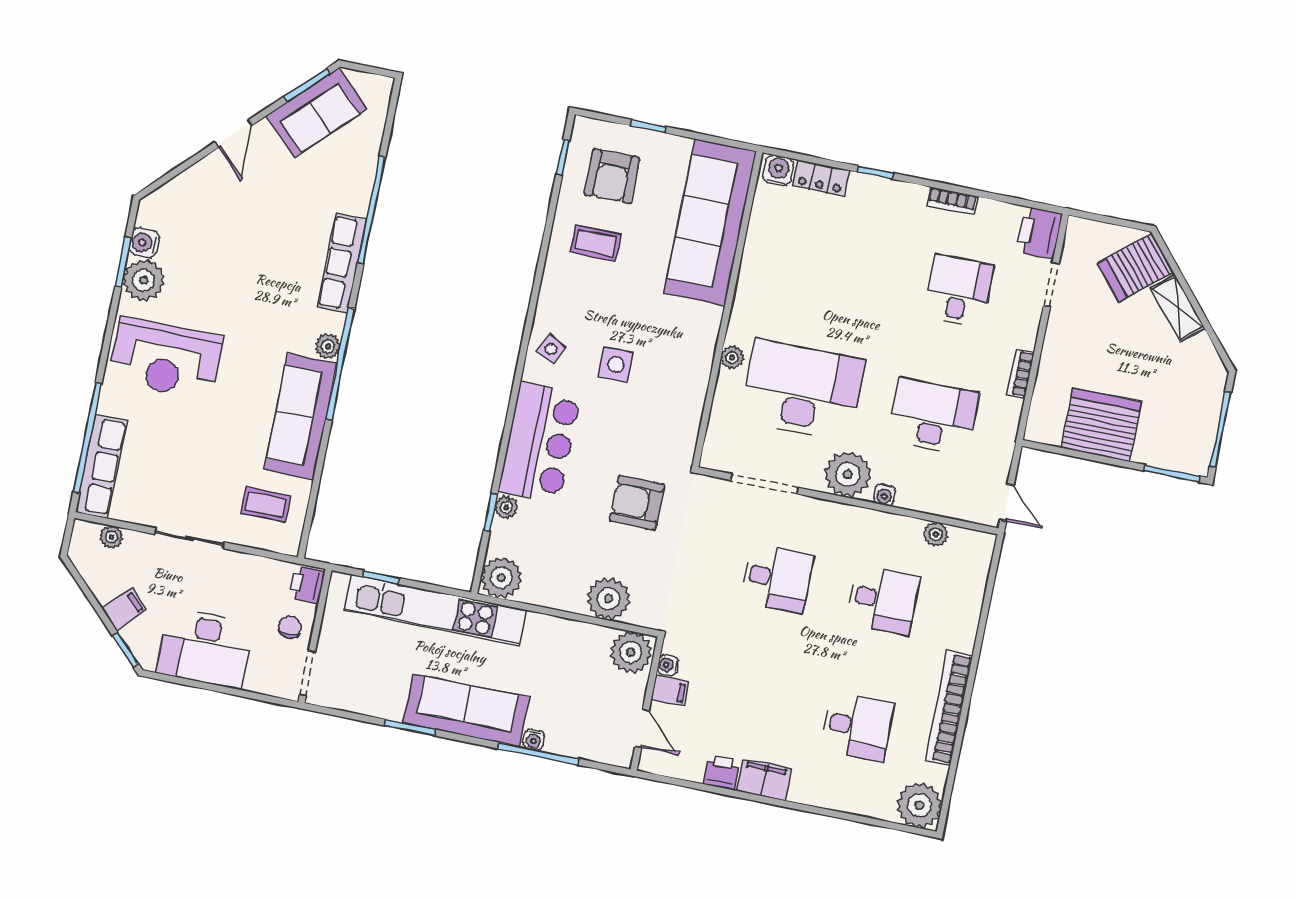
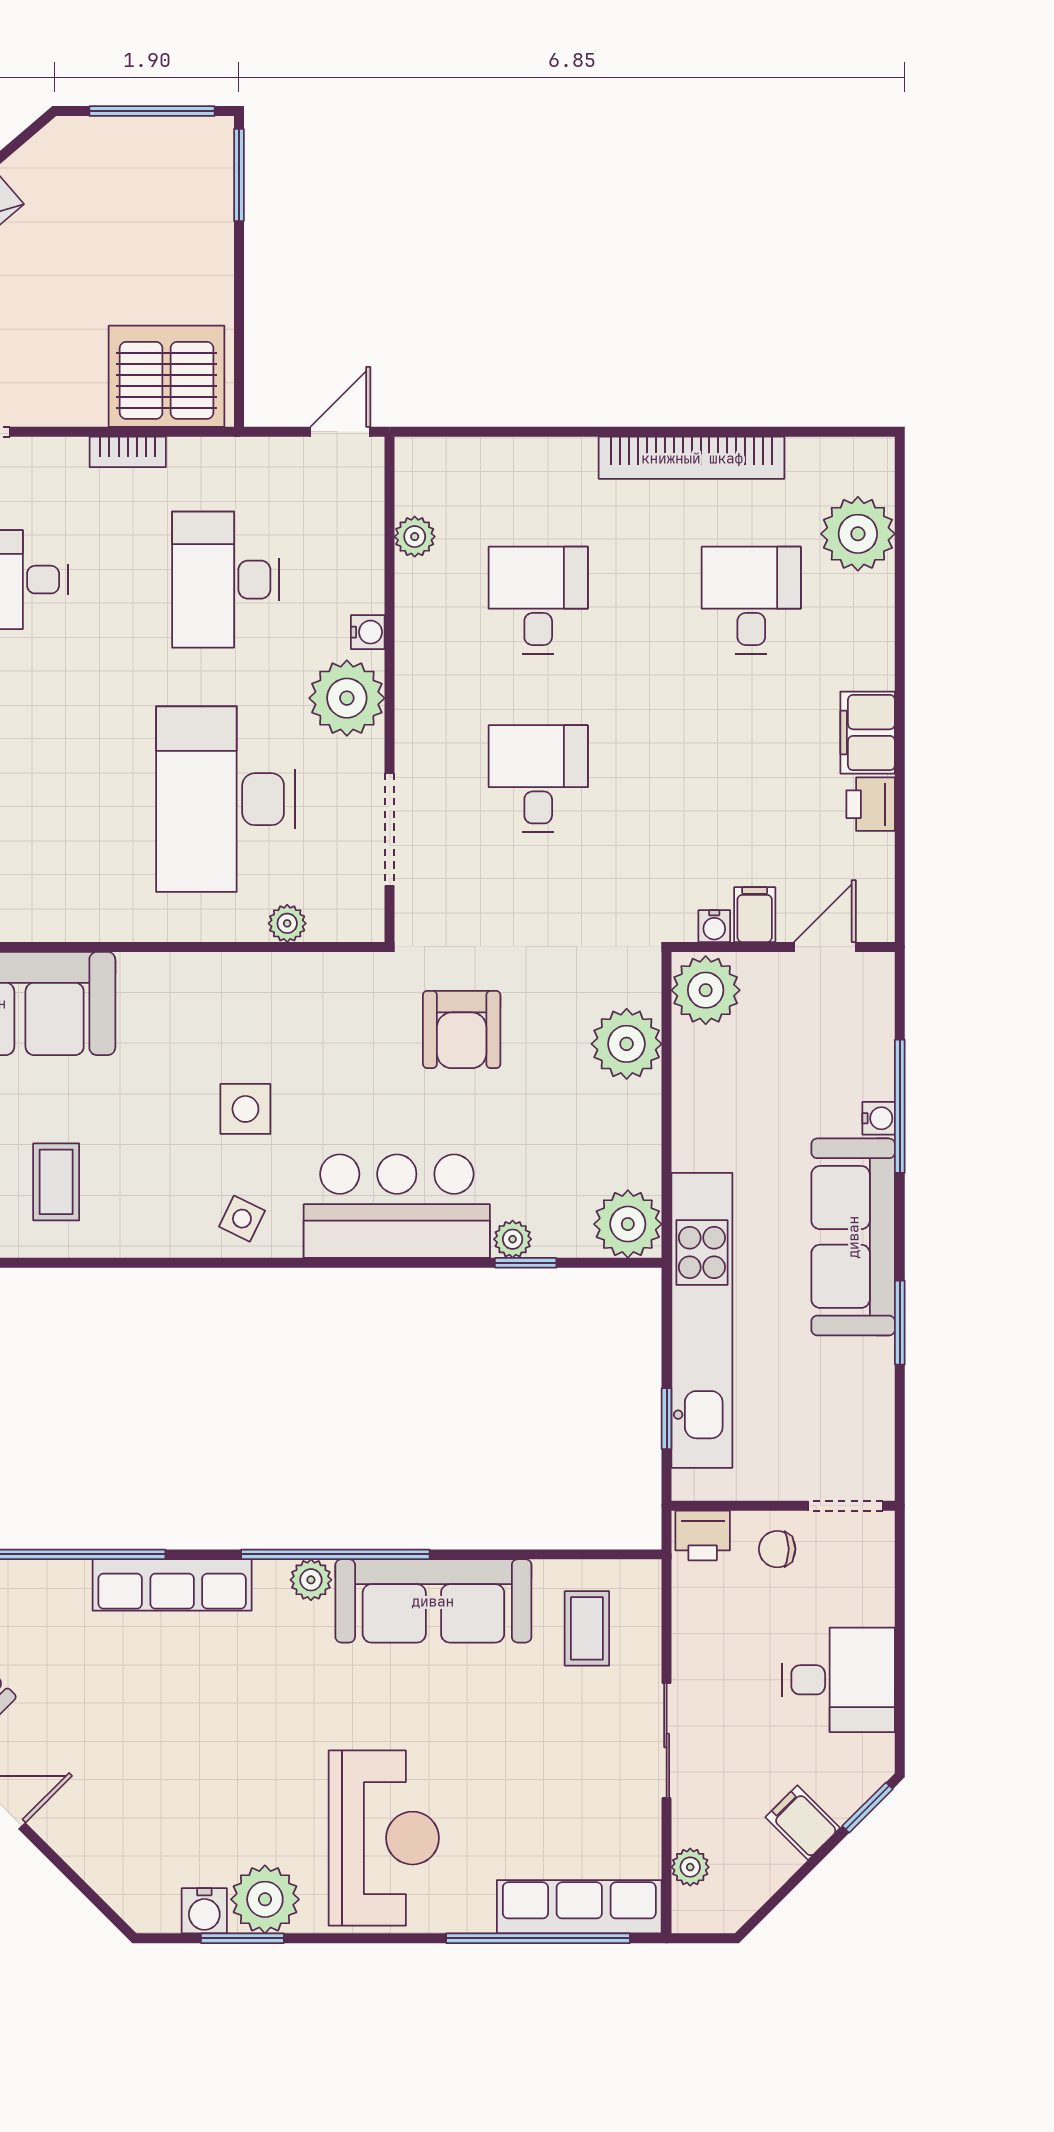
plant: (732, 358) -> (287, 923), moved
server rack: (1101, 425) -> (167, 376), moved, turned 90
desk: (205, 648) -> (839, 1680), width x0.73
plant: (919, 805) -> (858, 534), moved

